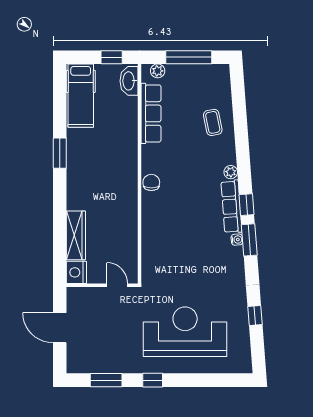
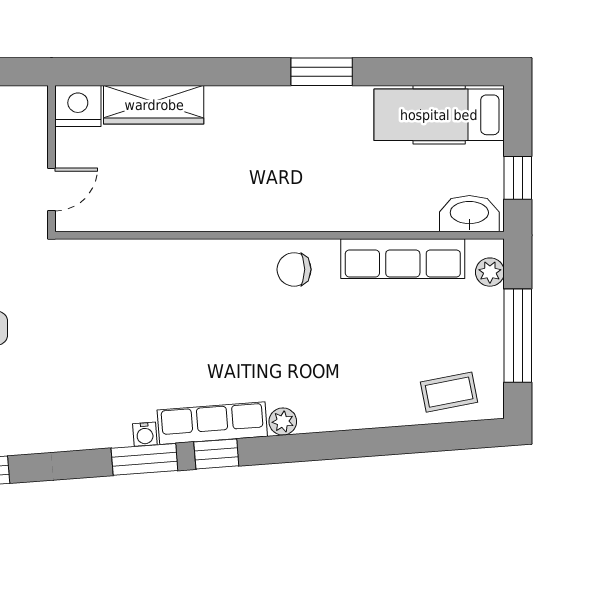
coffee table: (213, 122) -> (449, 392), moved
chair: (151, 182) -> (294, 269), moved, turned 180

